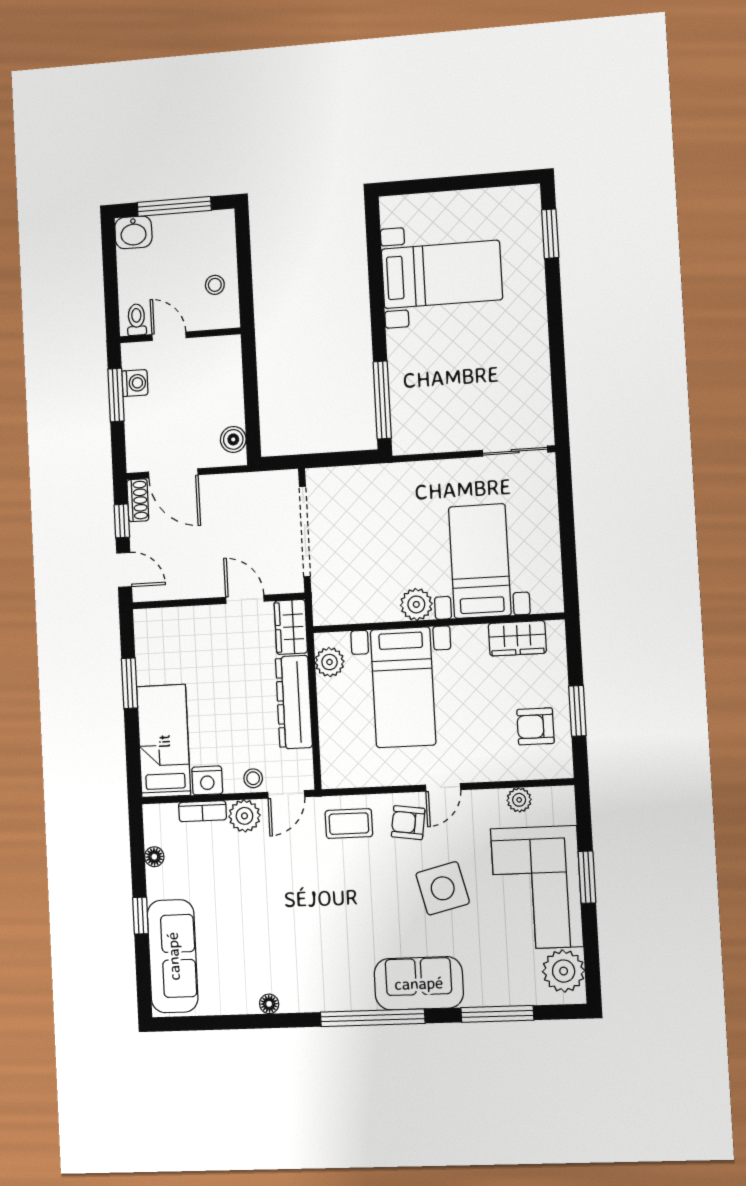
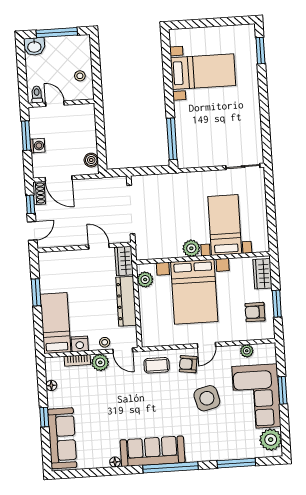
washing machine: (135, 383) -> (38, 146), moved
door: (124, 570) -> (32, 231), hinge flipped
wardrobe: (517, 638) -> (262, 274), moved, turned 90
bed with nightstands: (403, 687) -> (194, 292), width x1.36
door: (286, 794) -> (123, 351), hinge flipped
sofa: (419, 983) -> (152, 451), moved, width x1.36

